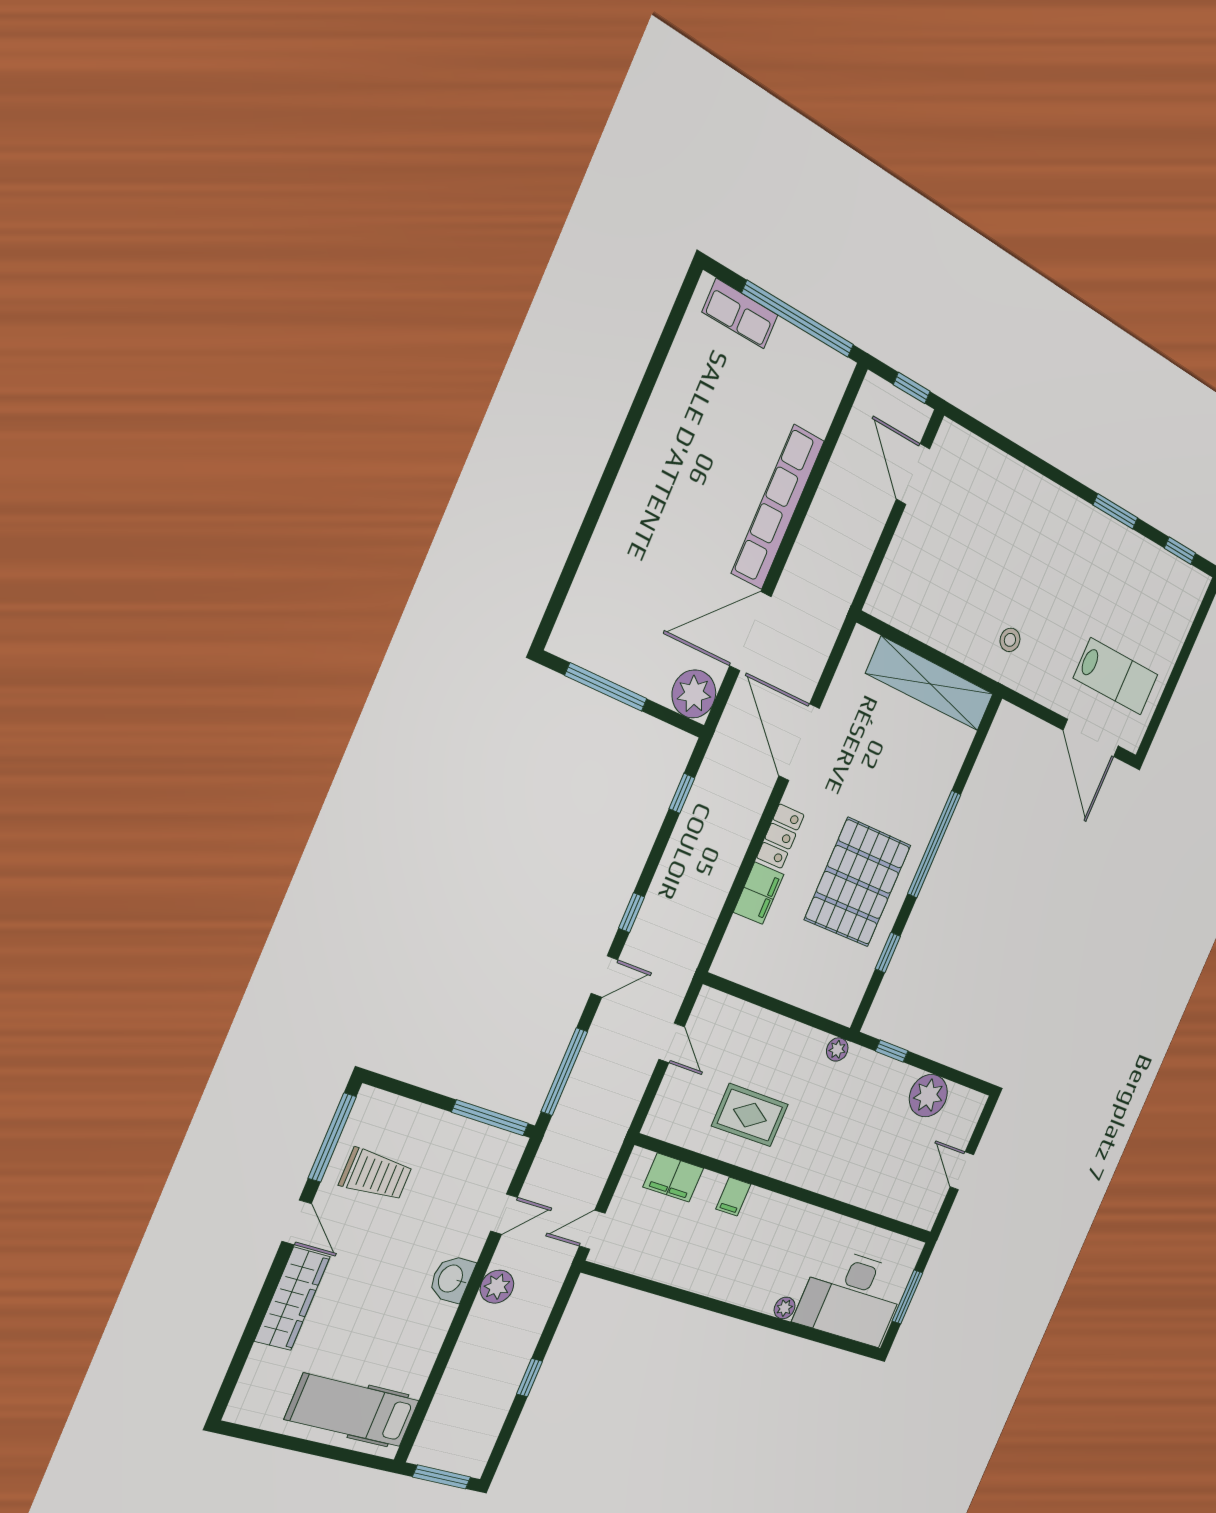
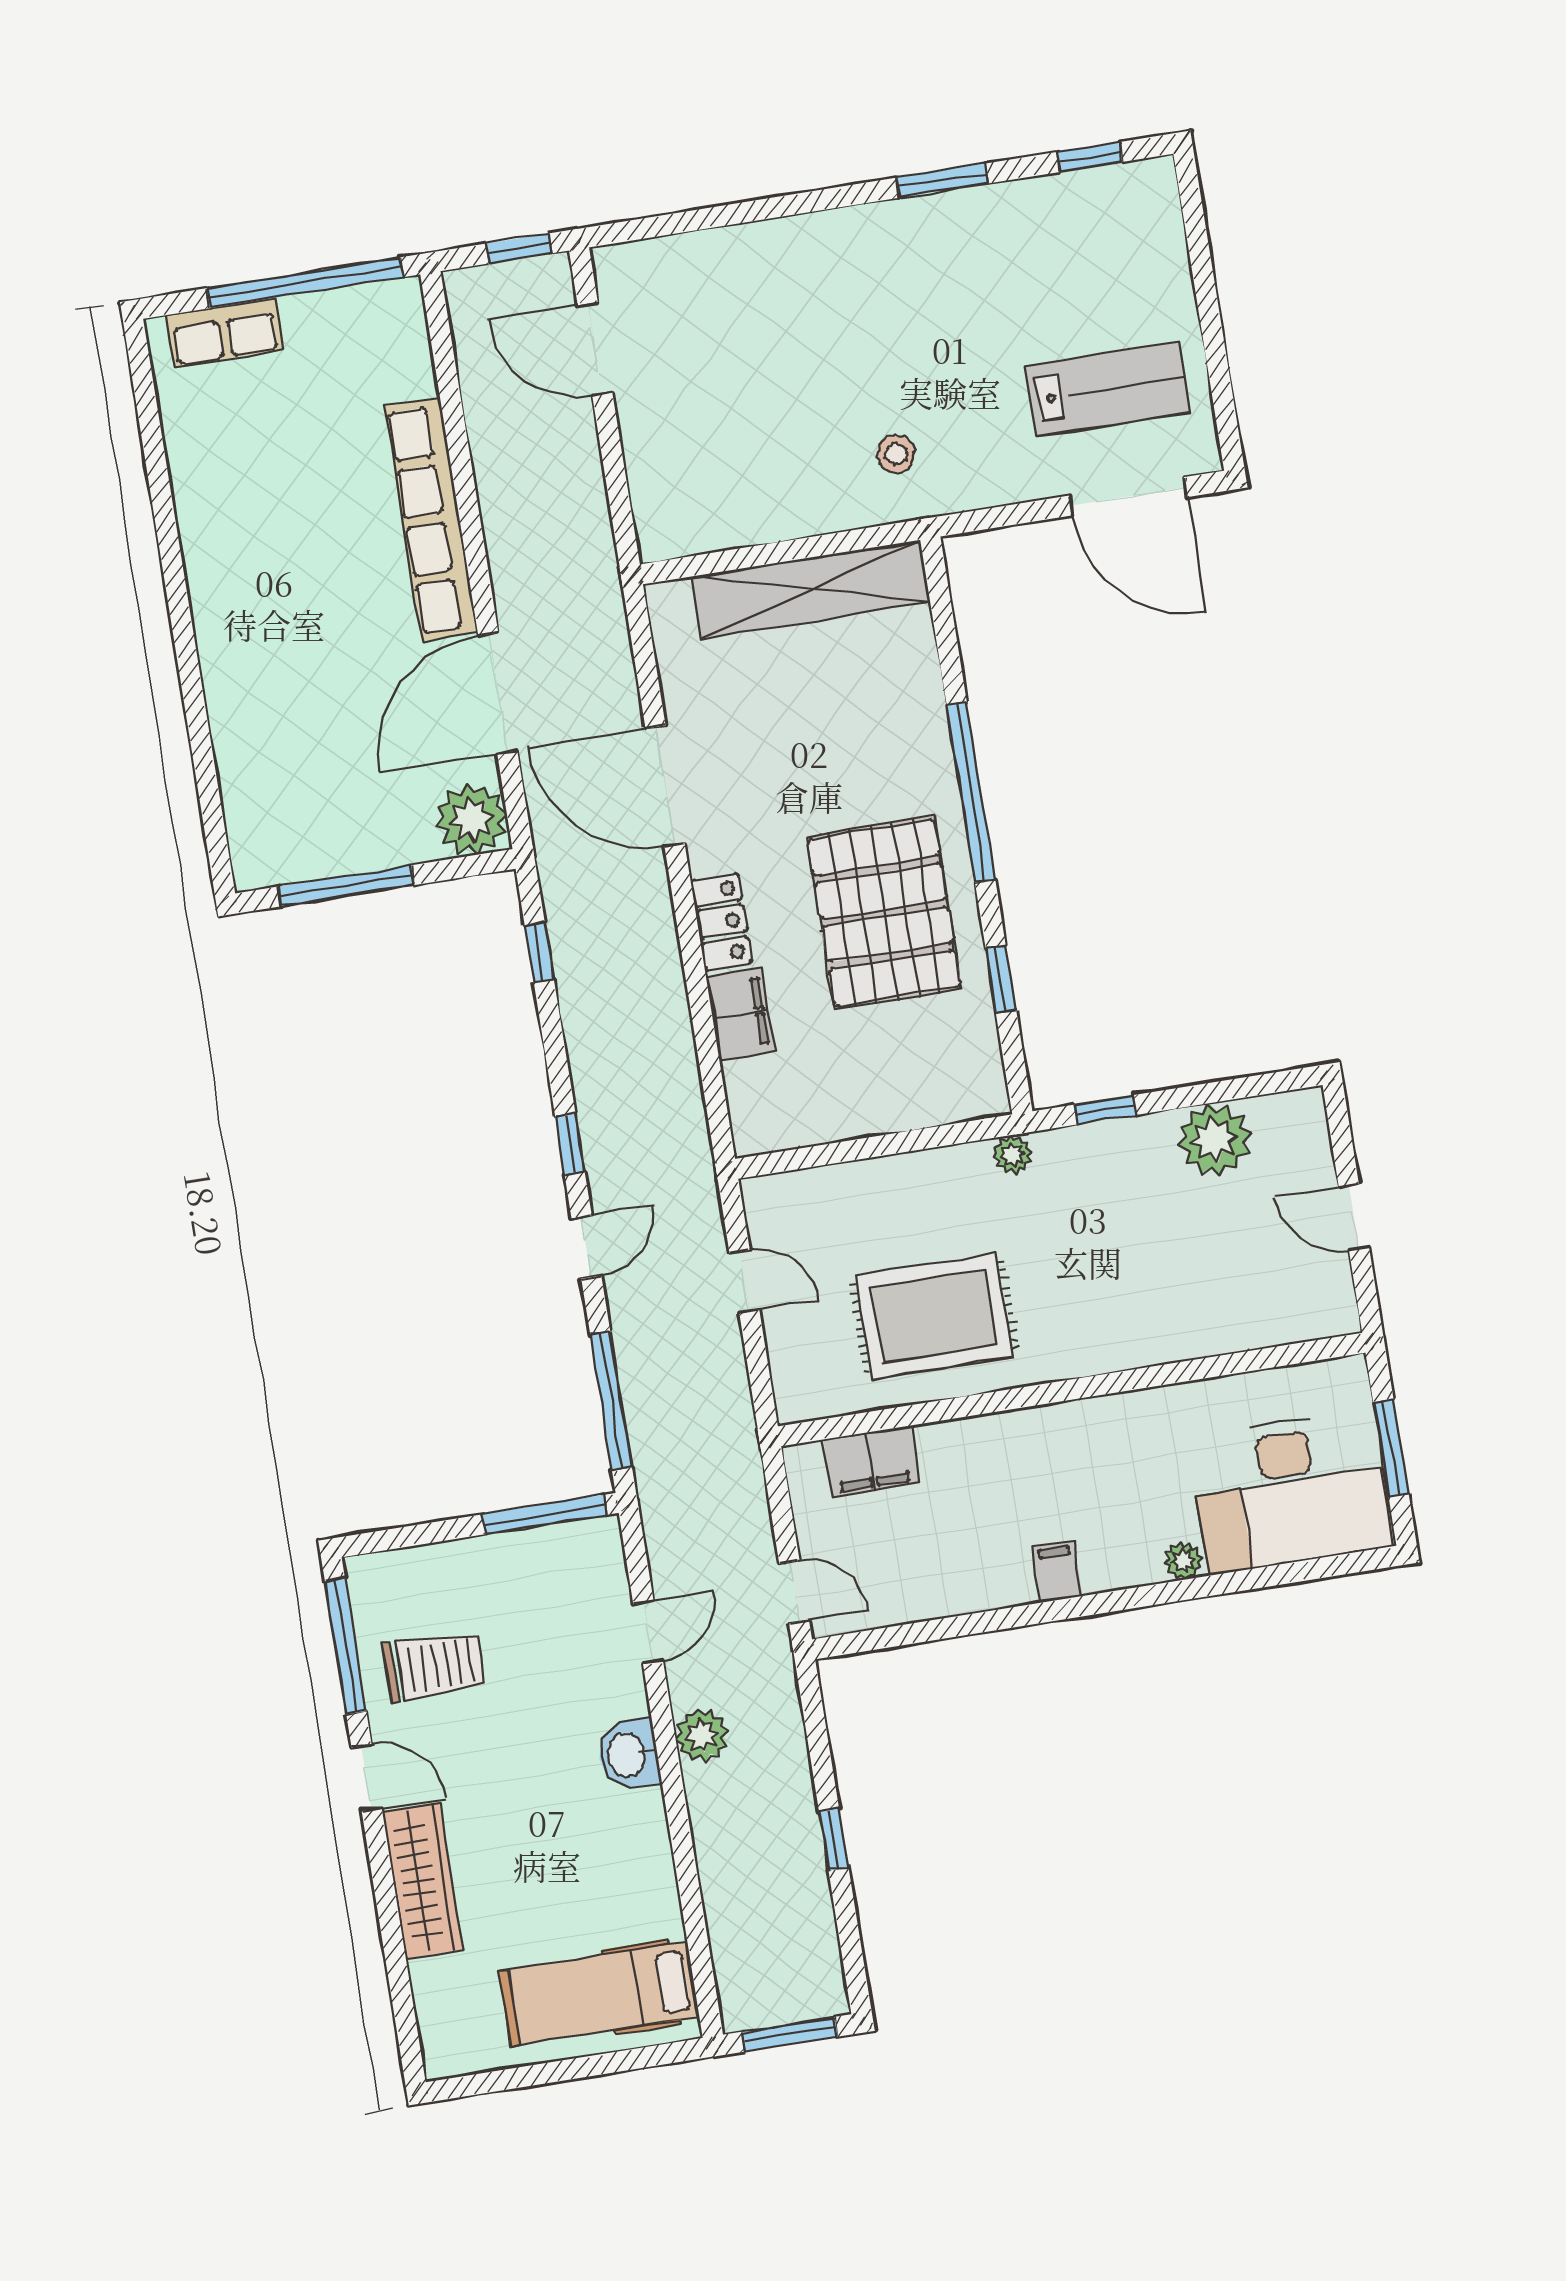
rug: (750, 1115) -> (934, 1316), width x1.36, depth x1.43
filing cabinet: (733, 1197) -> (1057, 1572), moved, turned 180
door: (592, 1230) -> (794, 1592), swing flipped

